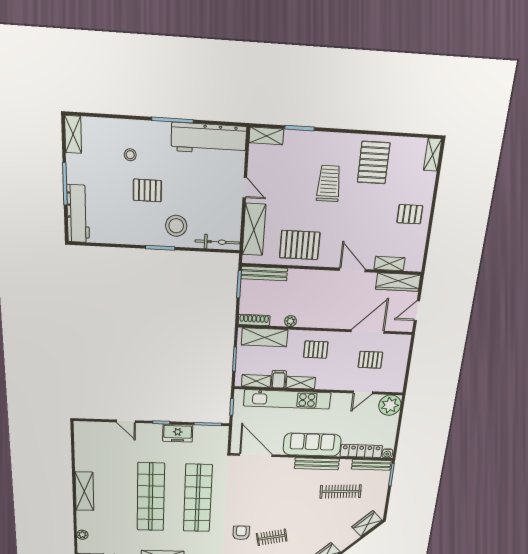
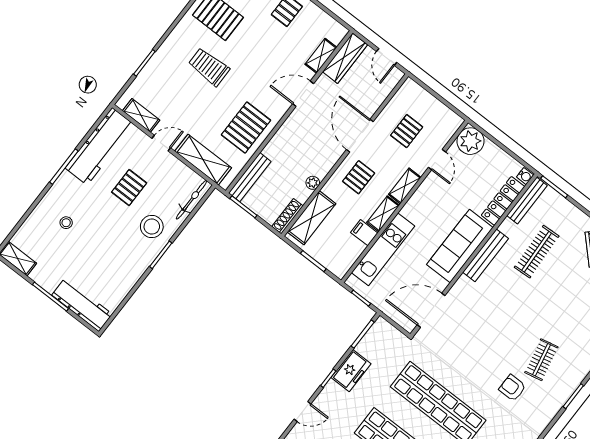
shelving: (266, 136) -> (141, 115), moved, turned 90
pallet: (147, 190) -> (129, 188), moved
door: (368, 332) -> (360, 136), moved
shelving: (256, 381) -> (405, 186), moved
kitchen unit: (287, 399) -> (383, 249), width x0.73

